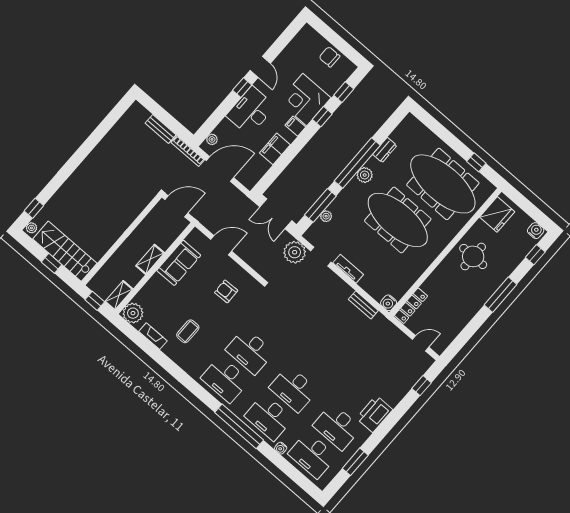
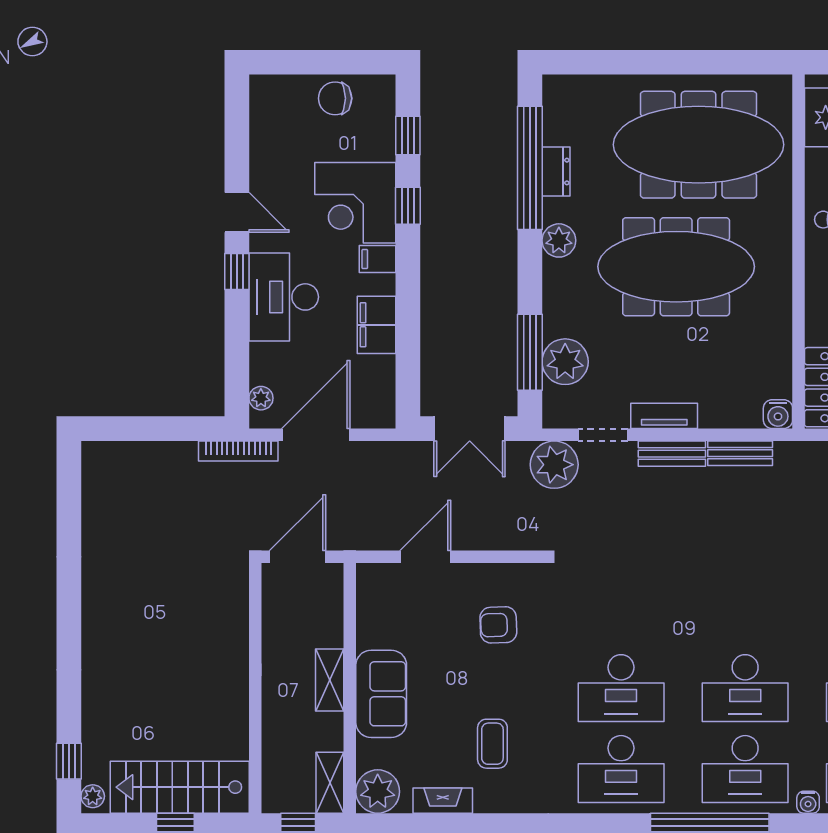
bench: (161, 129) -> (672, 454), moved
window: (476, 162) -> (722, 62), removed
window: (357, 163) -> (530, 168), moved
plant: (326, 216) -> (565, 362), width x1.88, depth x1.88
sofa: (179, 263) -> (381, 694), moved

